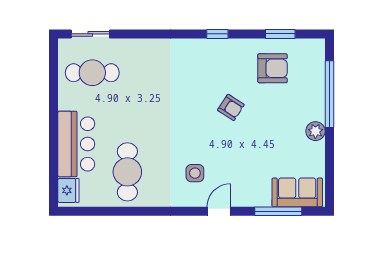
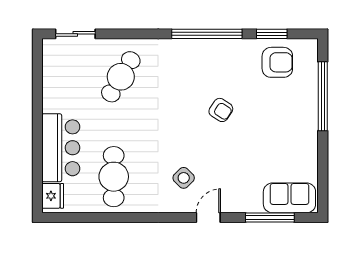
window: (217, 34) -> (207, 34), width x3.17
armchair: (273, 68) -> (277, 62), moved
cafe table: (92, 73) -> (121, 77), moved, turned -59
plant: (315, 131) -> (308, 134), removed
side table: (195, 173) -> (184, 178), turned 45

